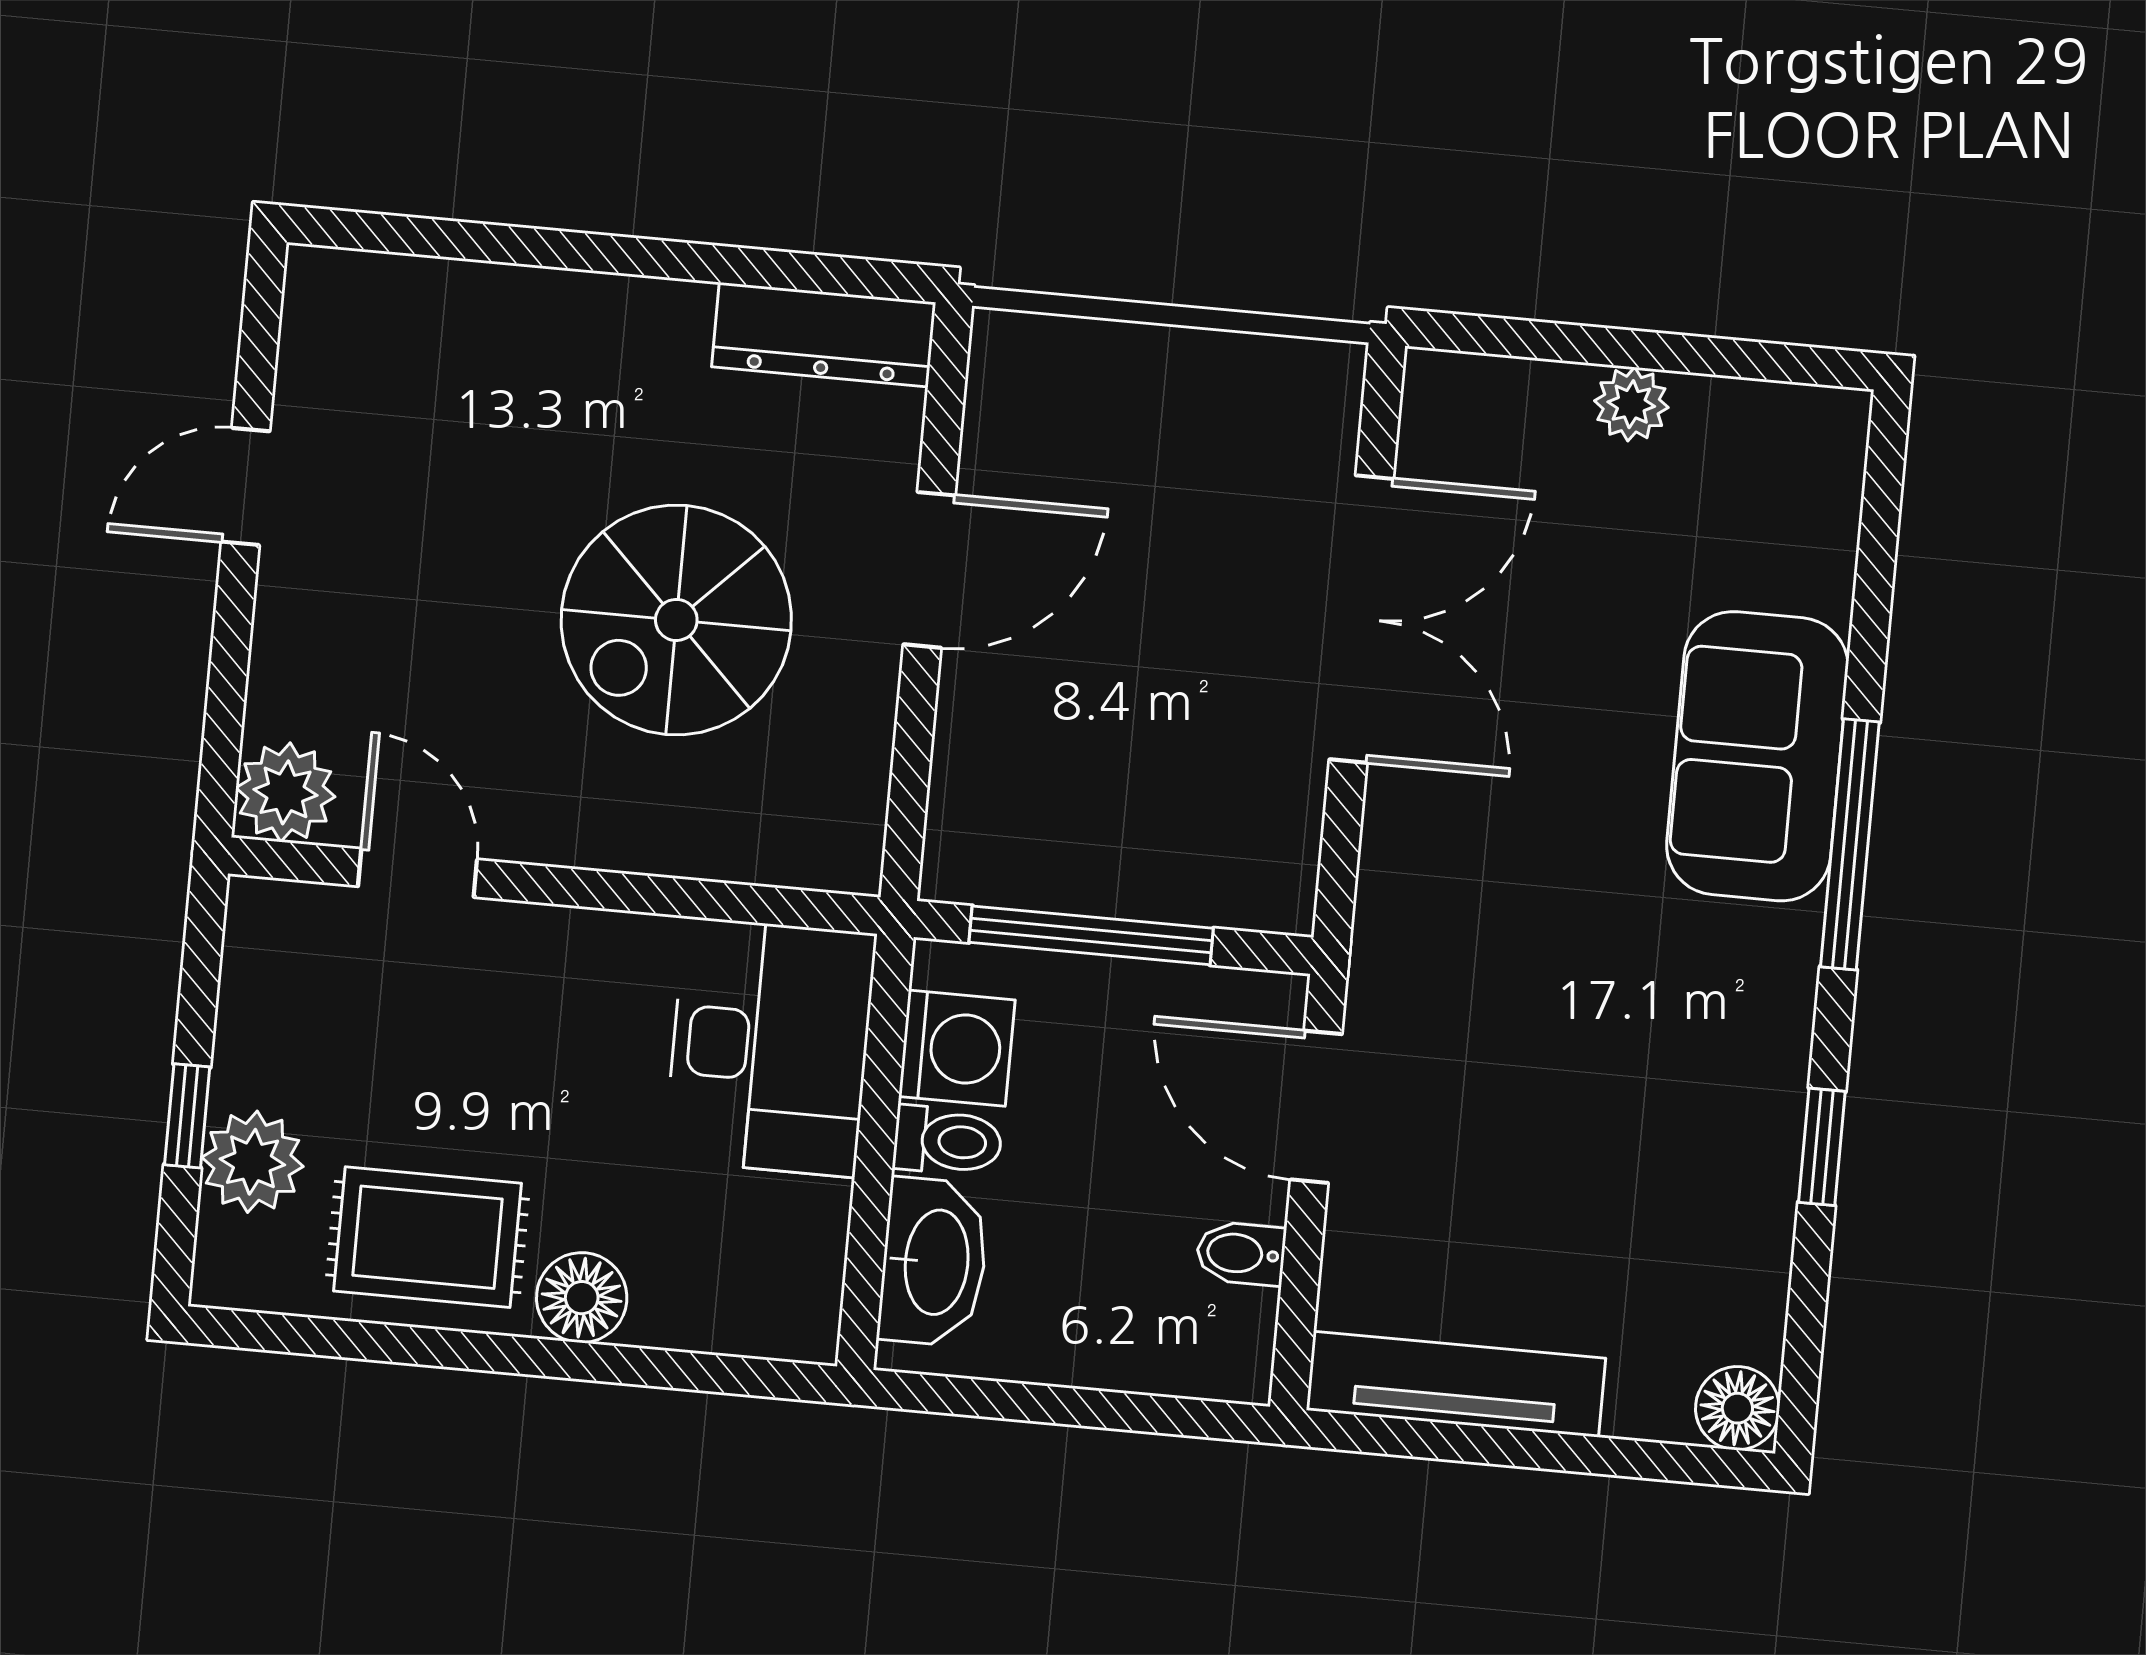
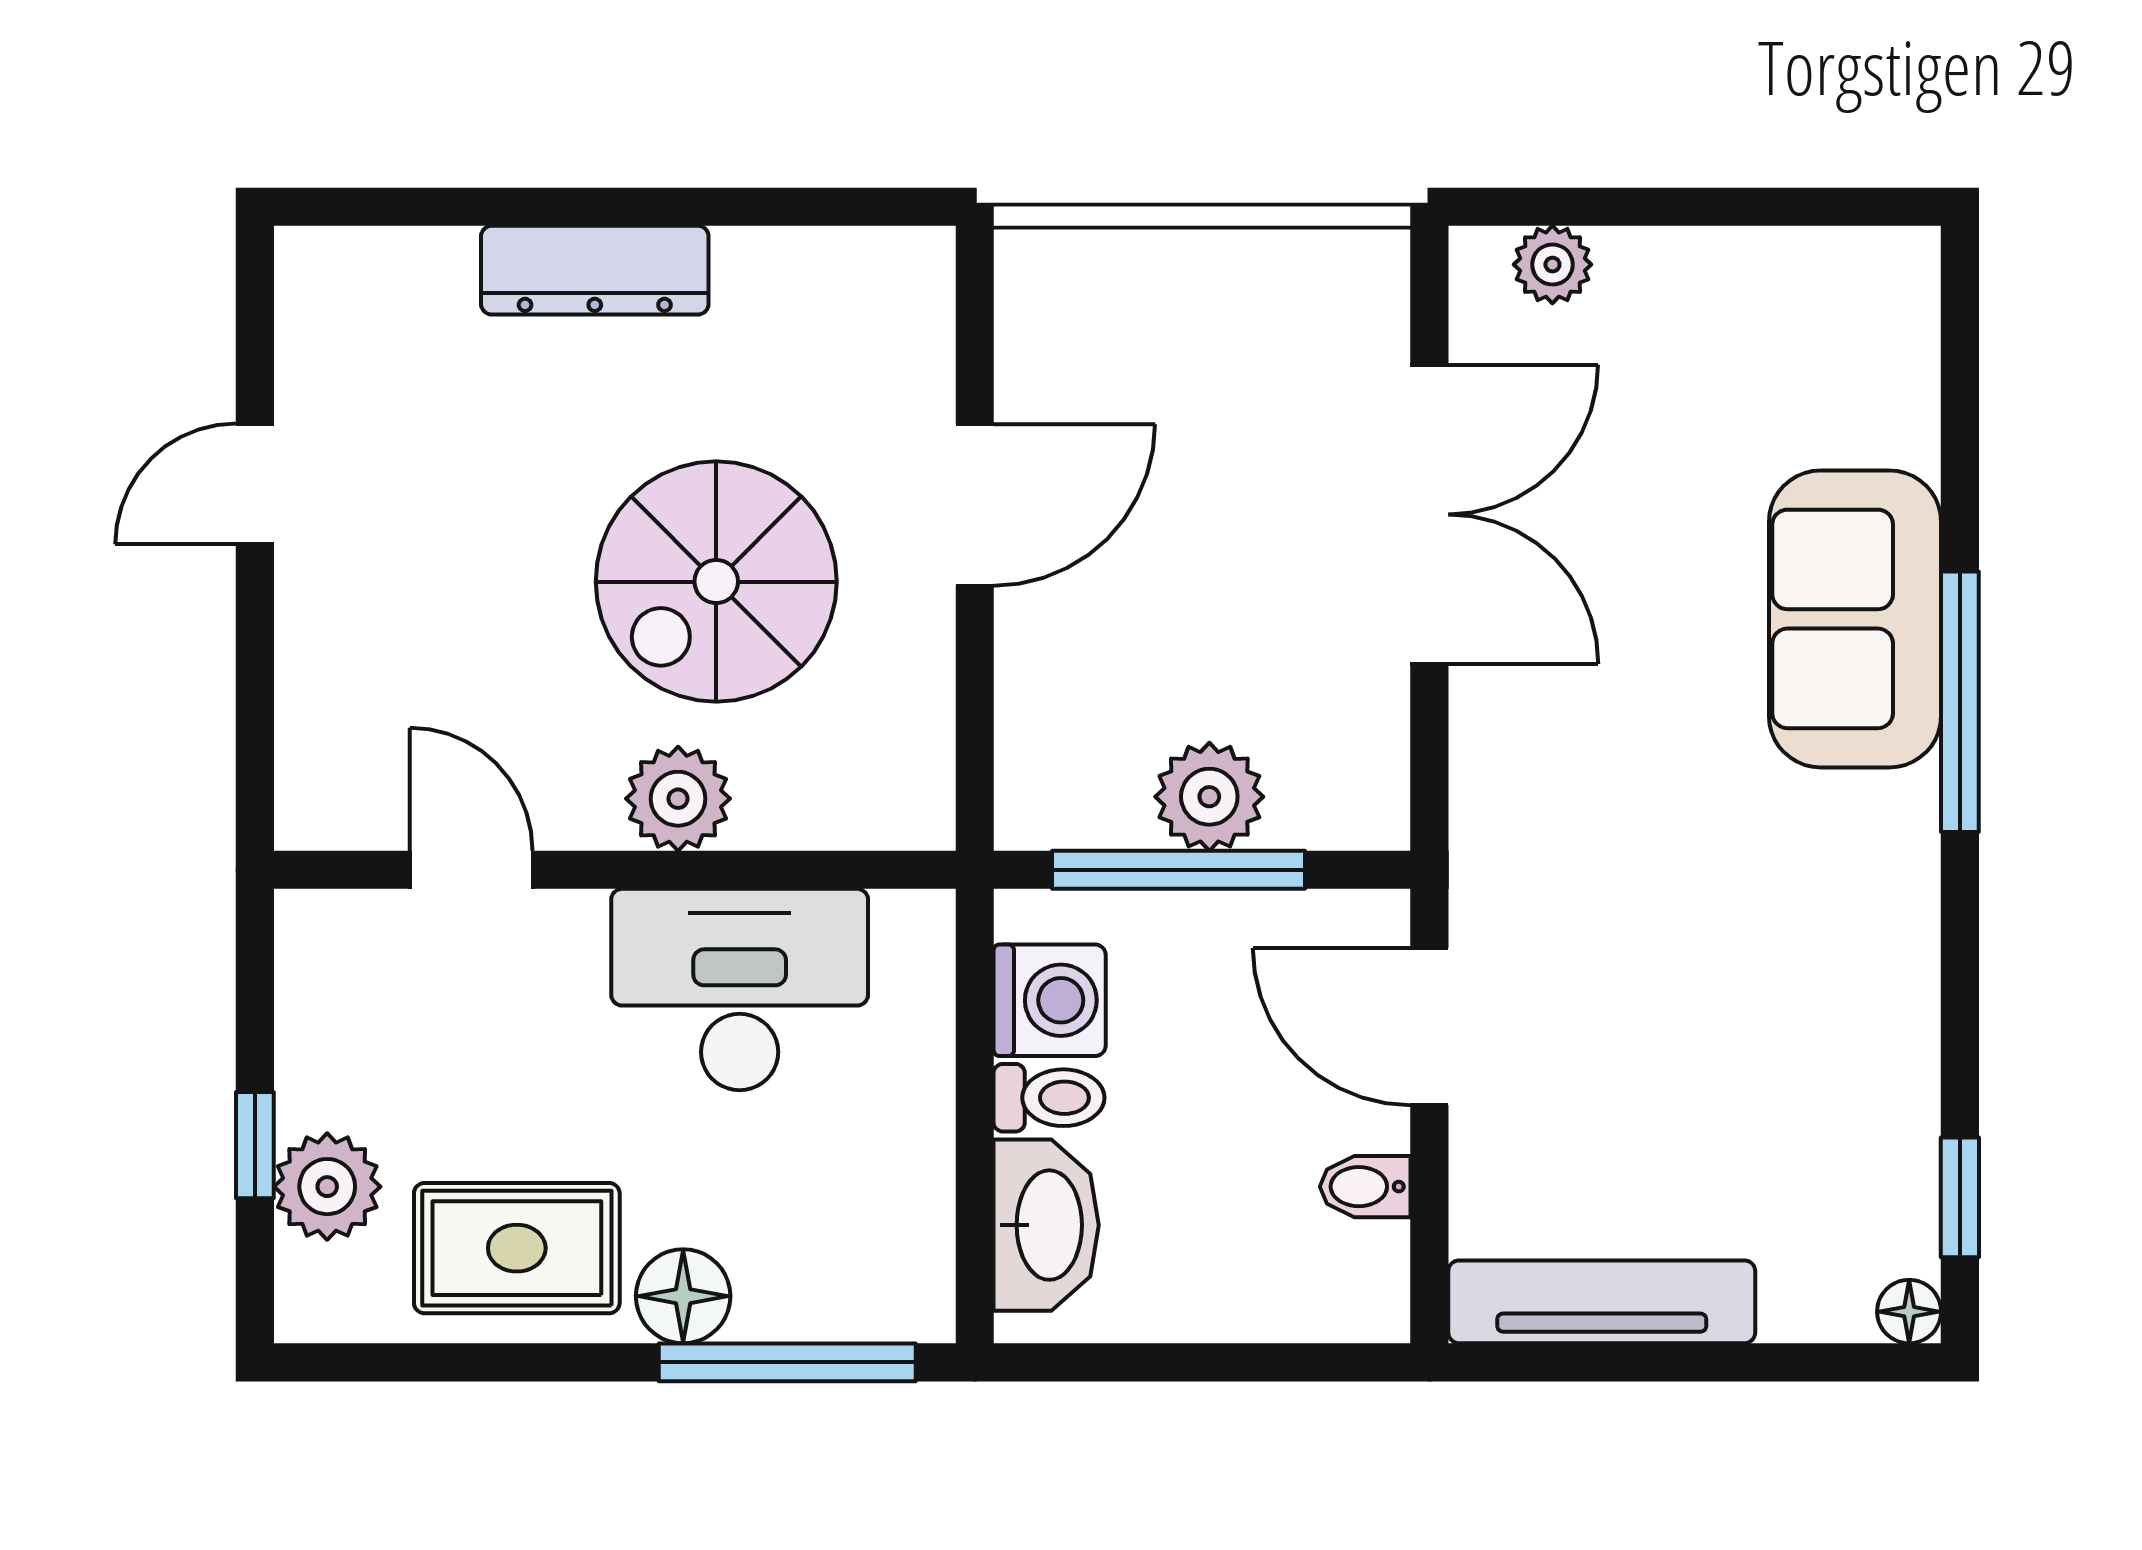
dresser: (824, 335) -> (595, 270), moved
plant: (1631, 404) -> (1552, 265), moved
plant: (285, 792) -> (678, 799), moved
plant: (1127, 868) -> (1209, 797), added
desk: (770, 1047) -> (740, 990), moved, turned -90
window: (1822, 1147) -> (1960, 1197), moved
window: (675, 1370) -> (787, 1362), added
floor lamp: (1737, 1408) -> (1909, 1312), width x0.73, depth x0.73

